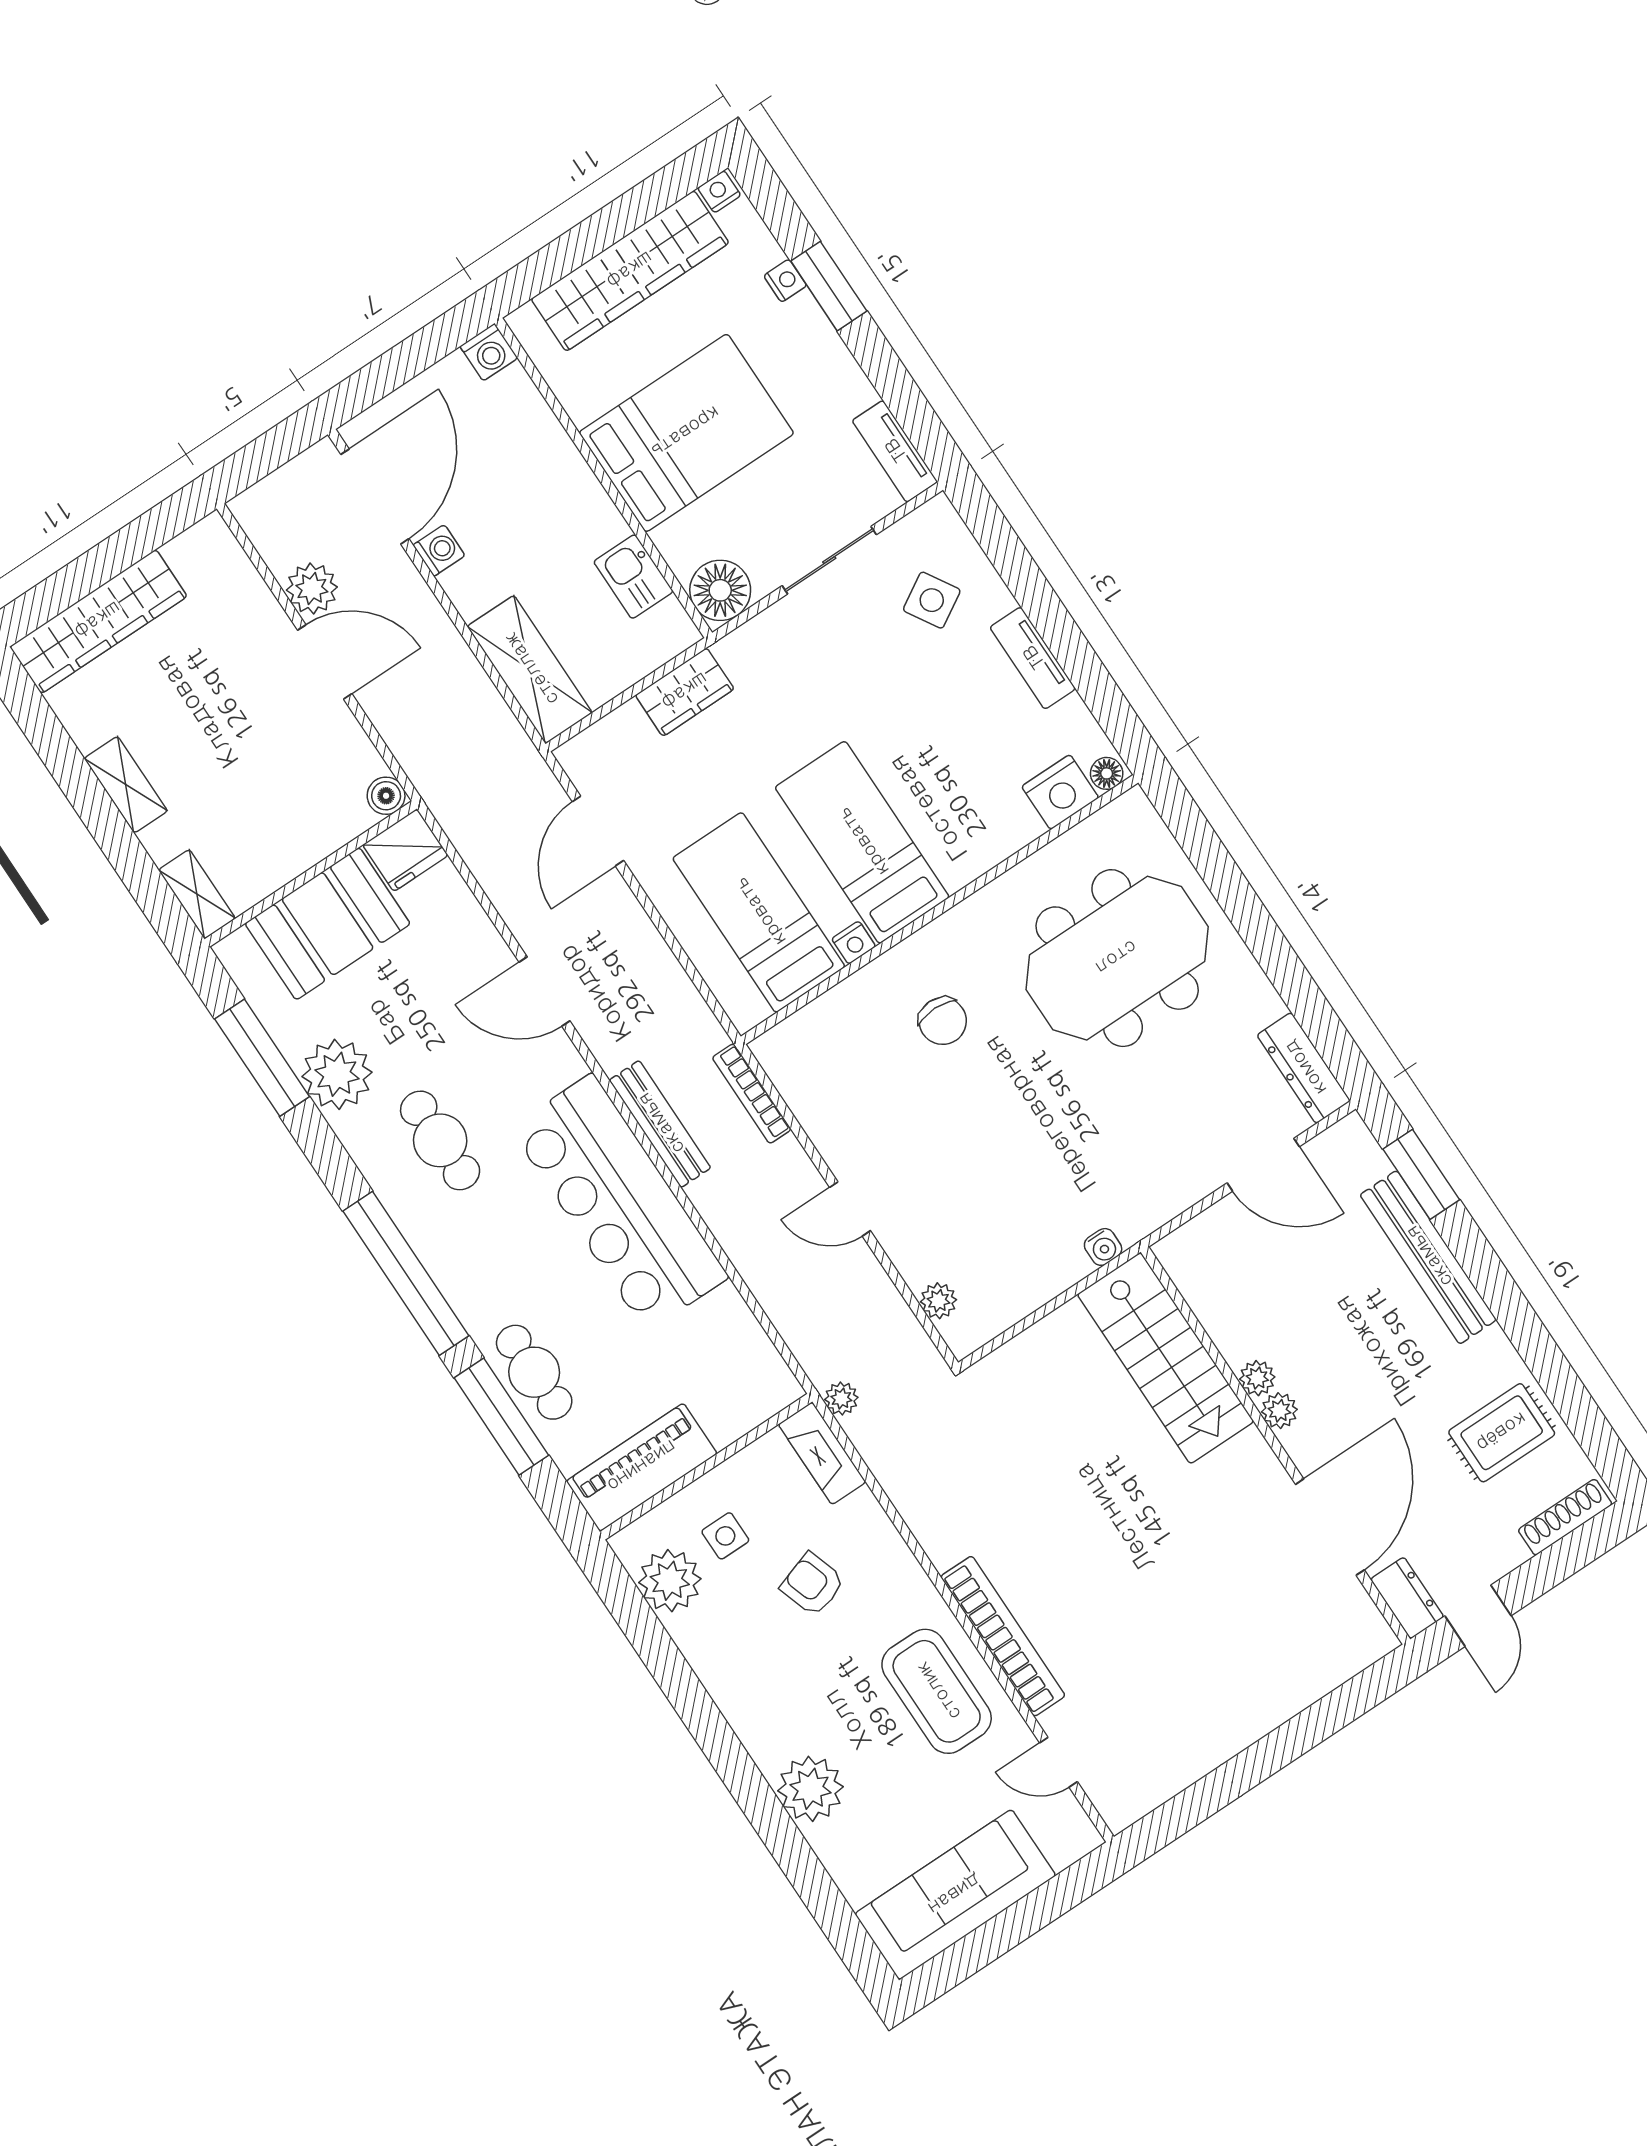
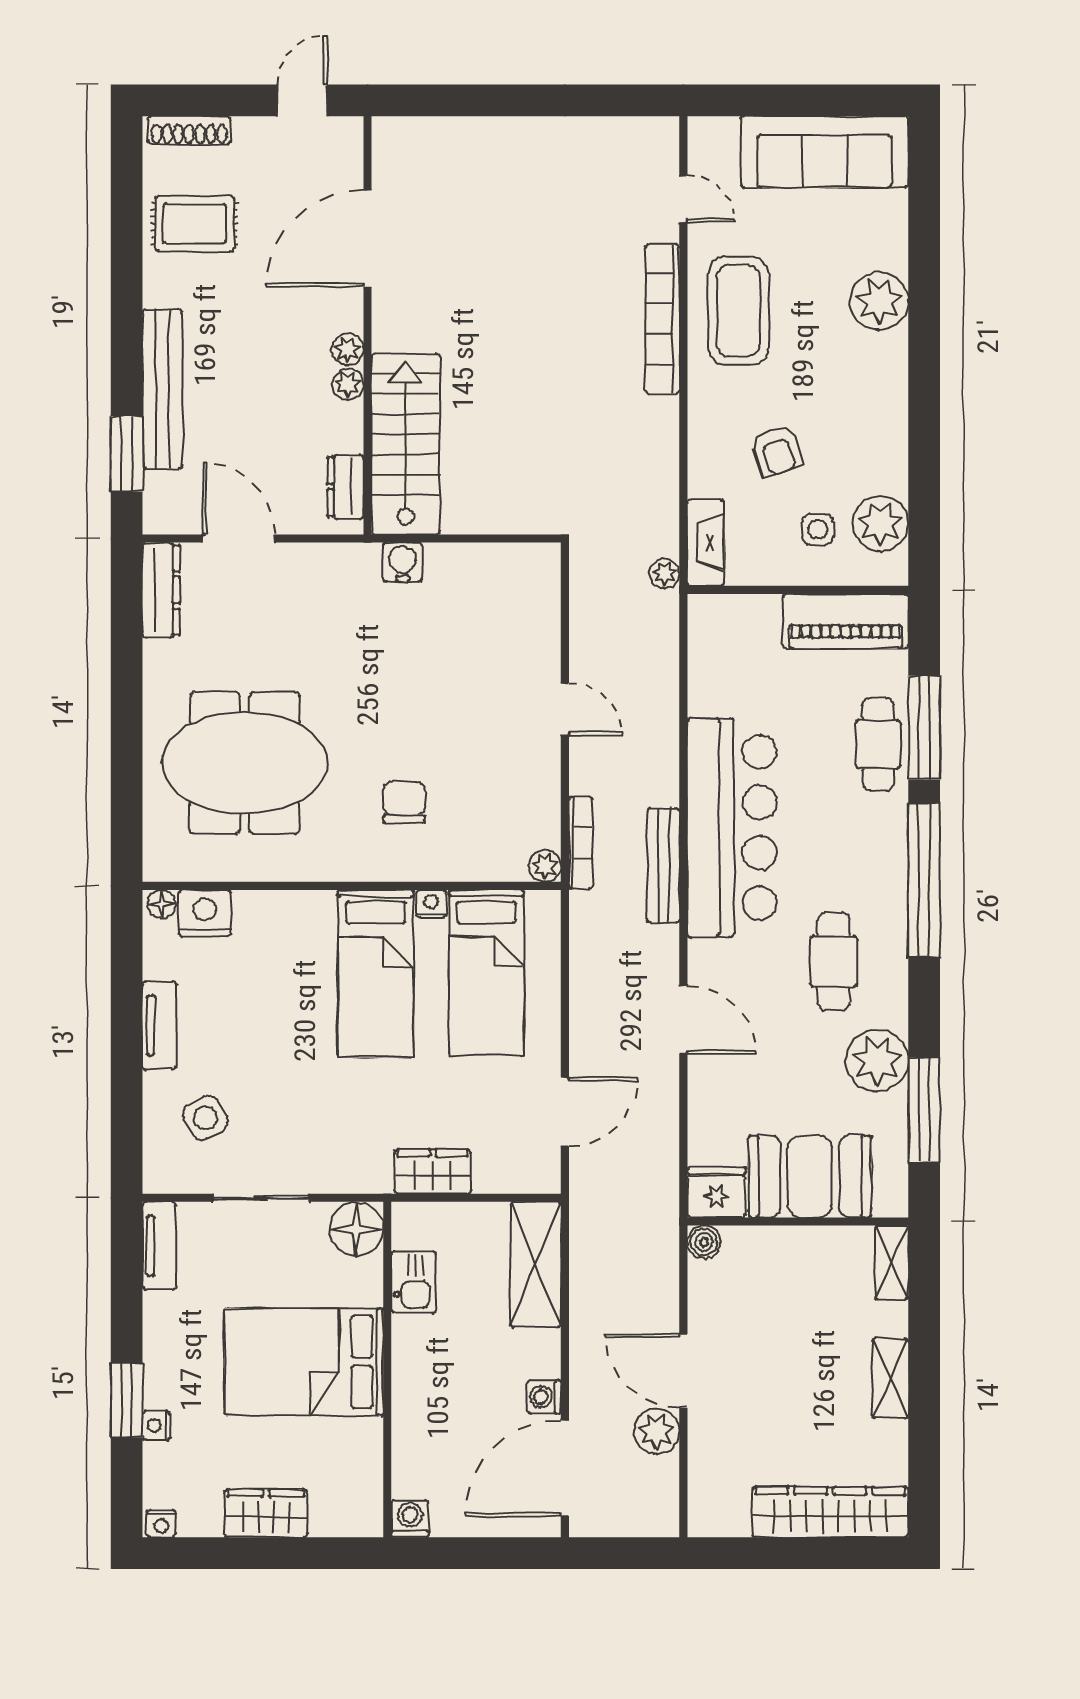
wardrobe: (630, 271) -> (266, 1513), width x0.48, depth x0.85
water cooler: (1103, 1247) -> (403, 562), width x1.38, depth x1.38
plant: (938, 1301) -> (545, 866), moved
dresser: (1407, 1598) -> (345, 487), moved

